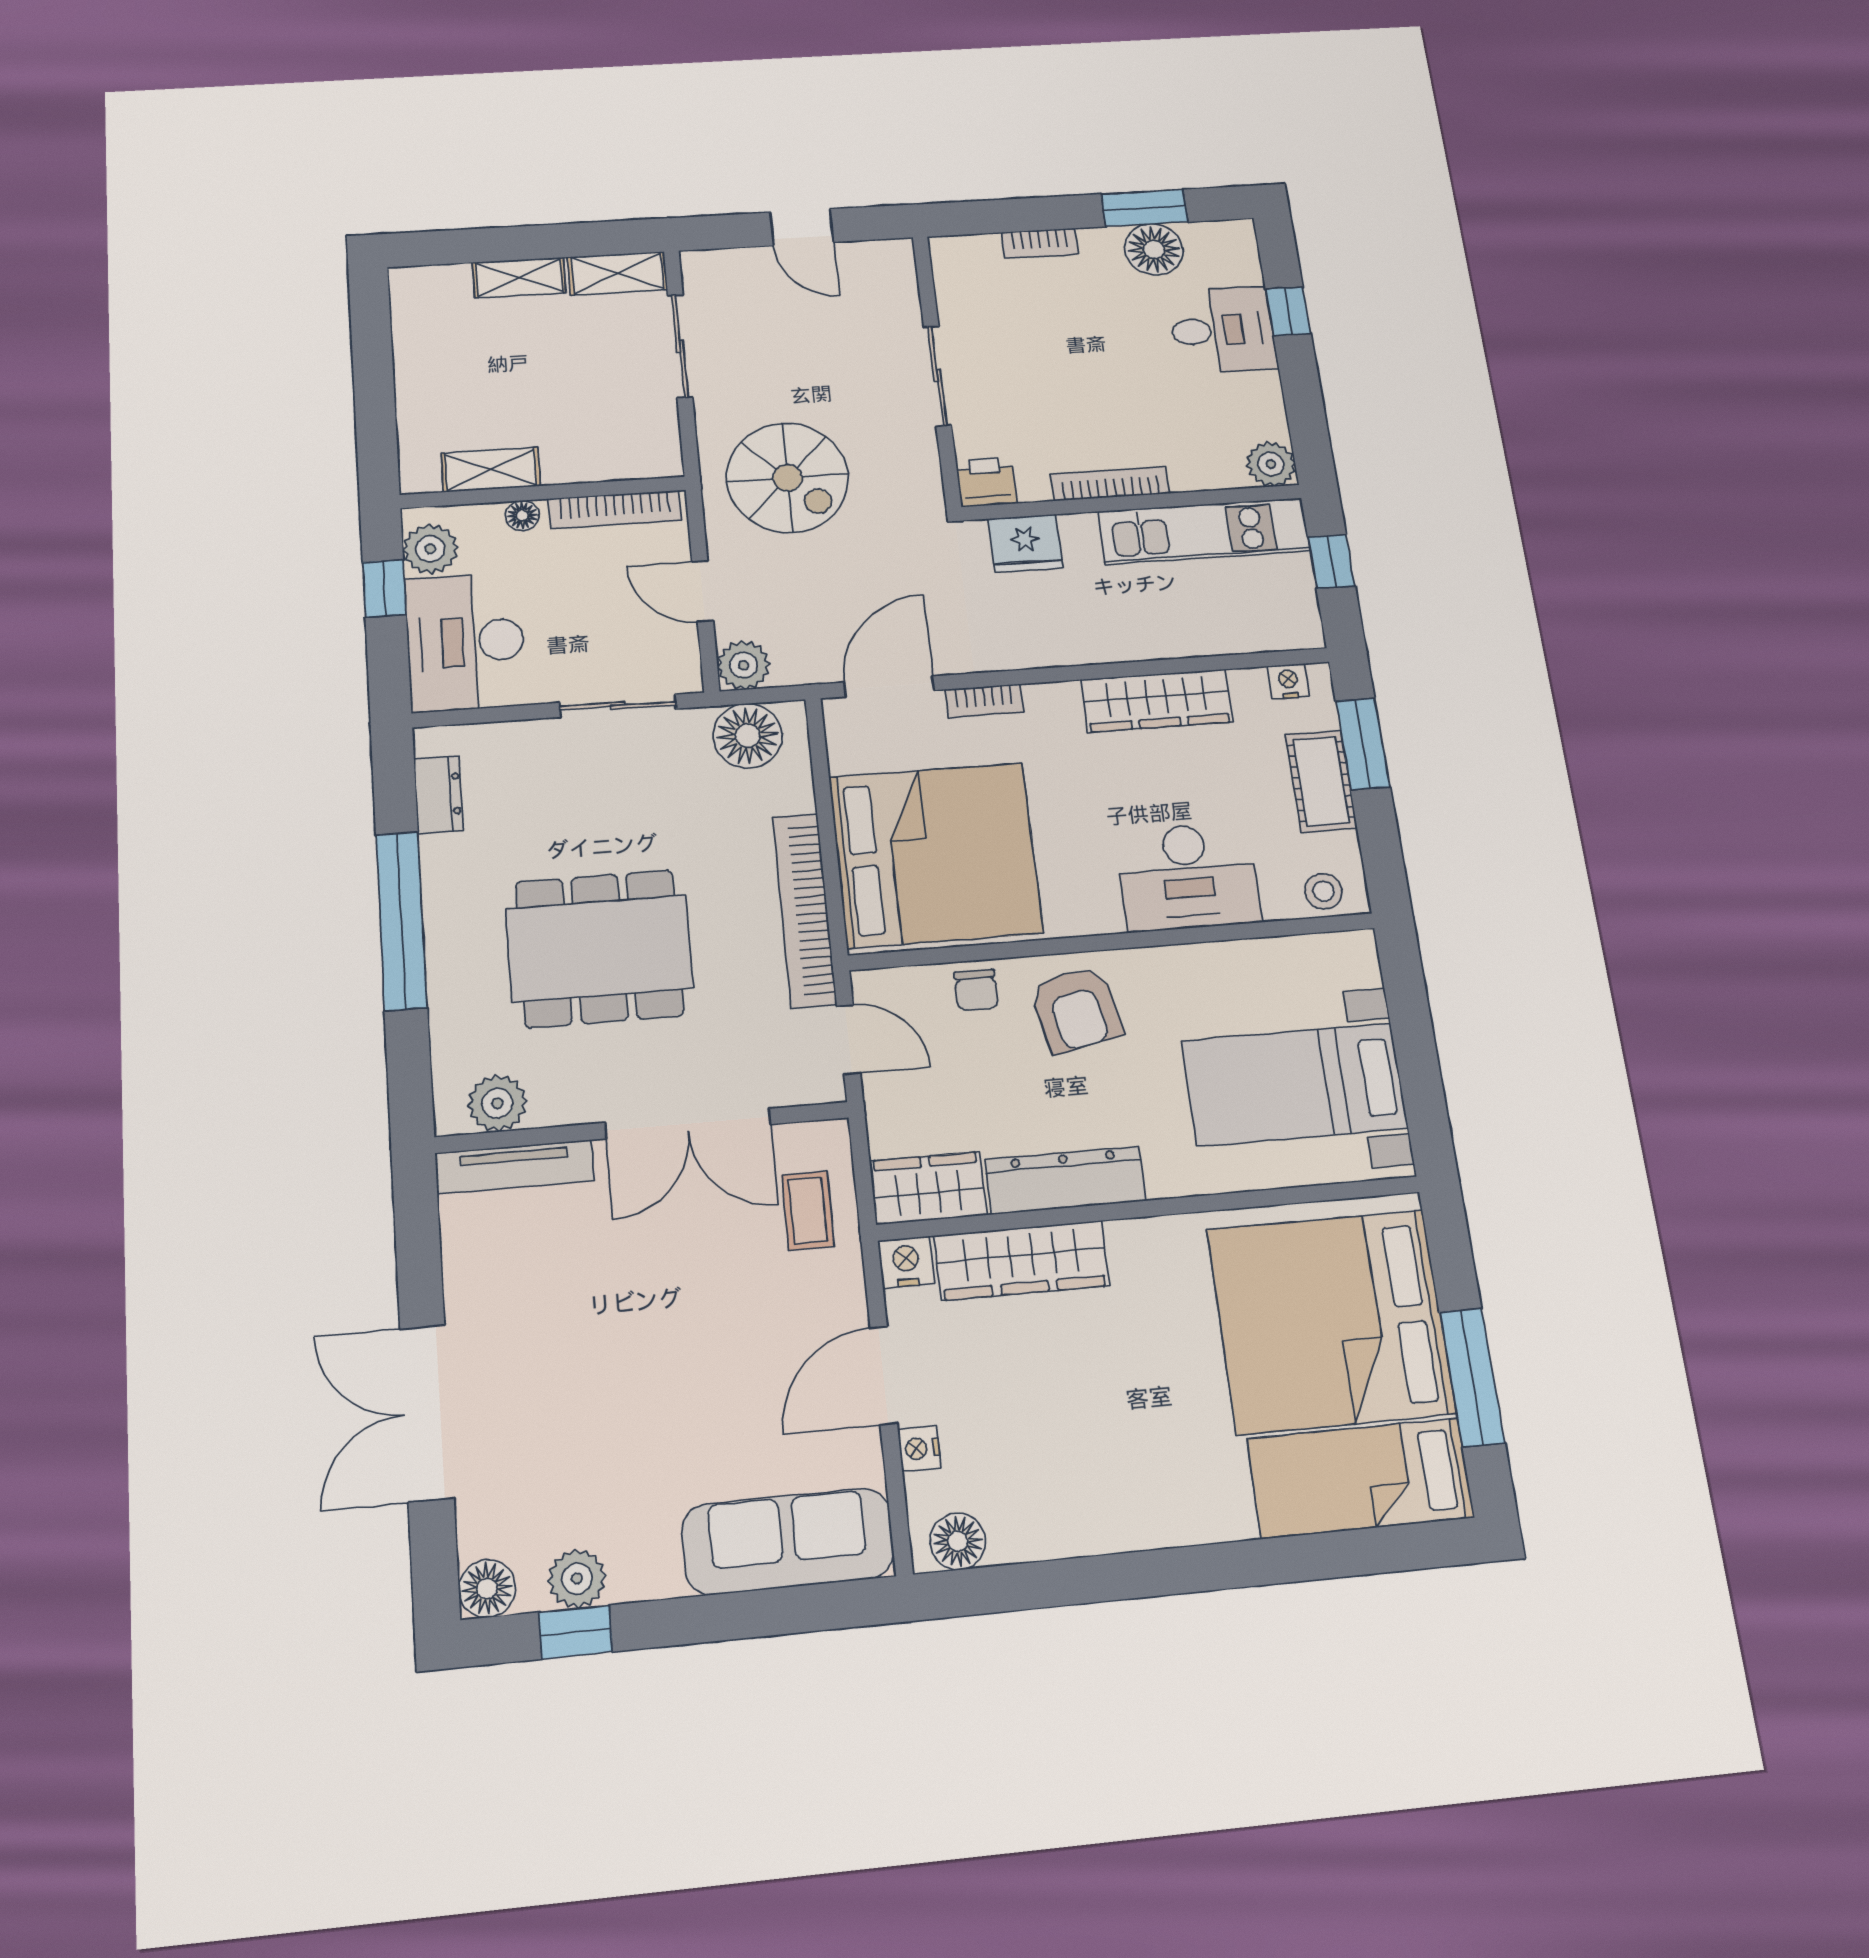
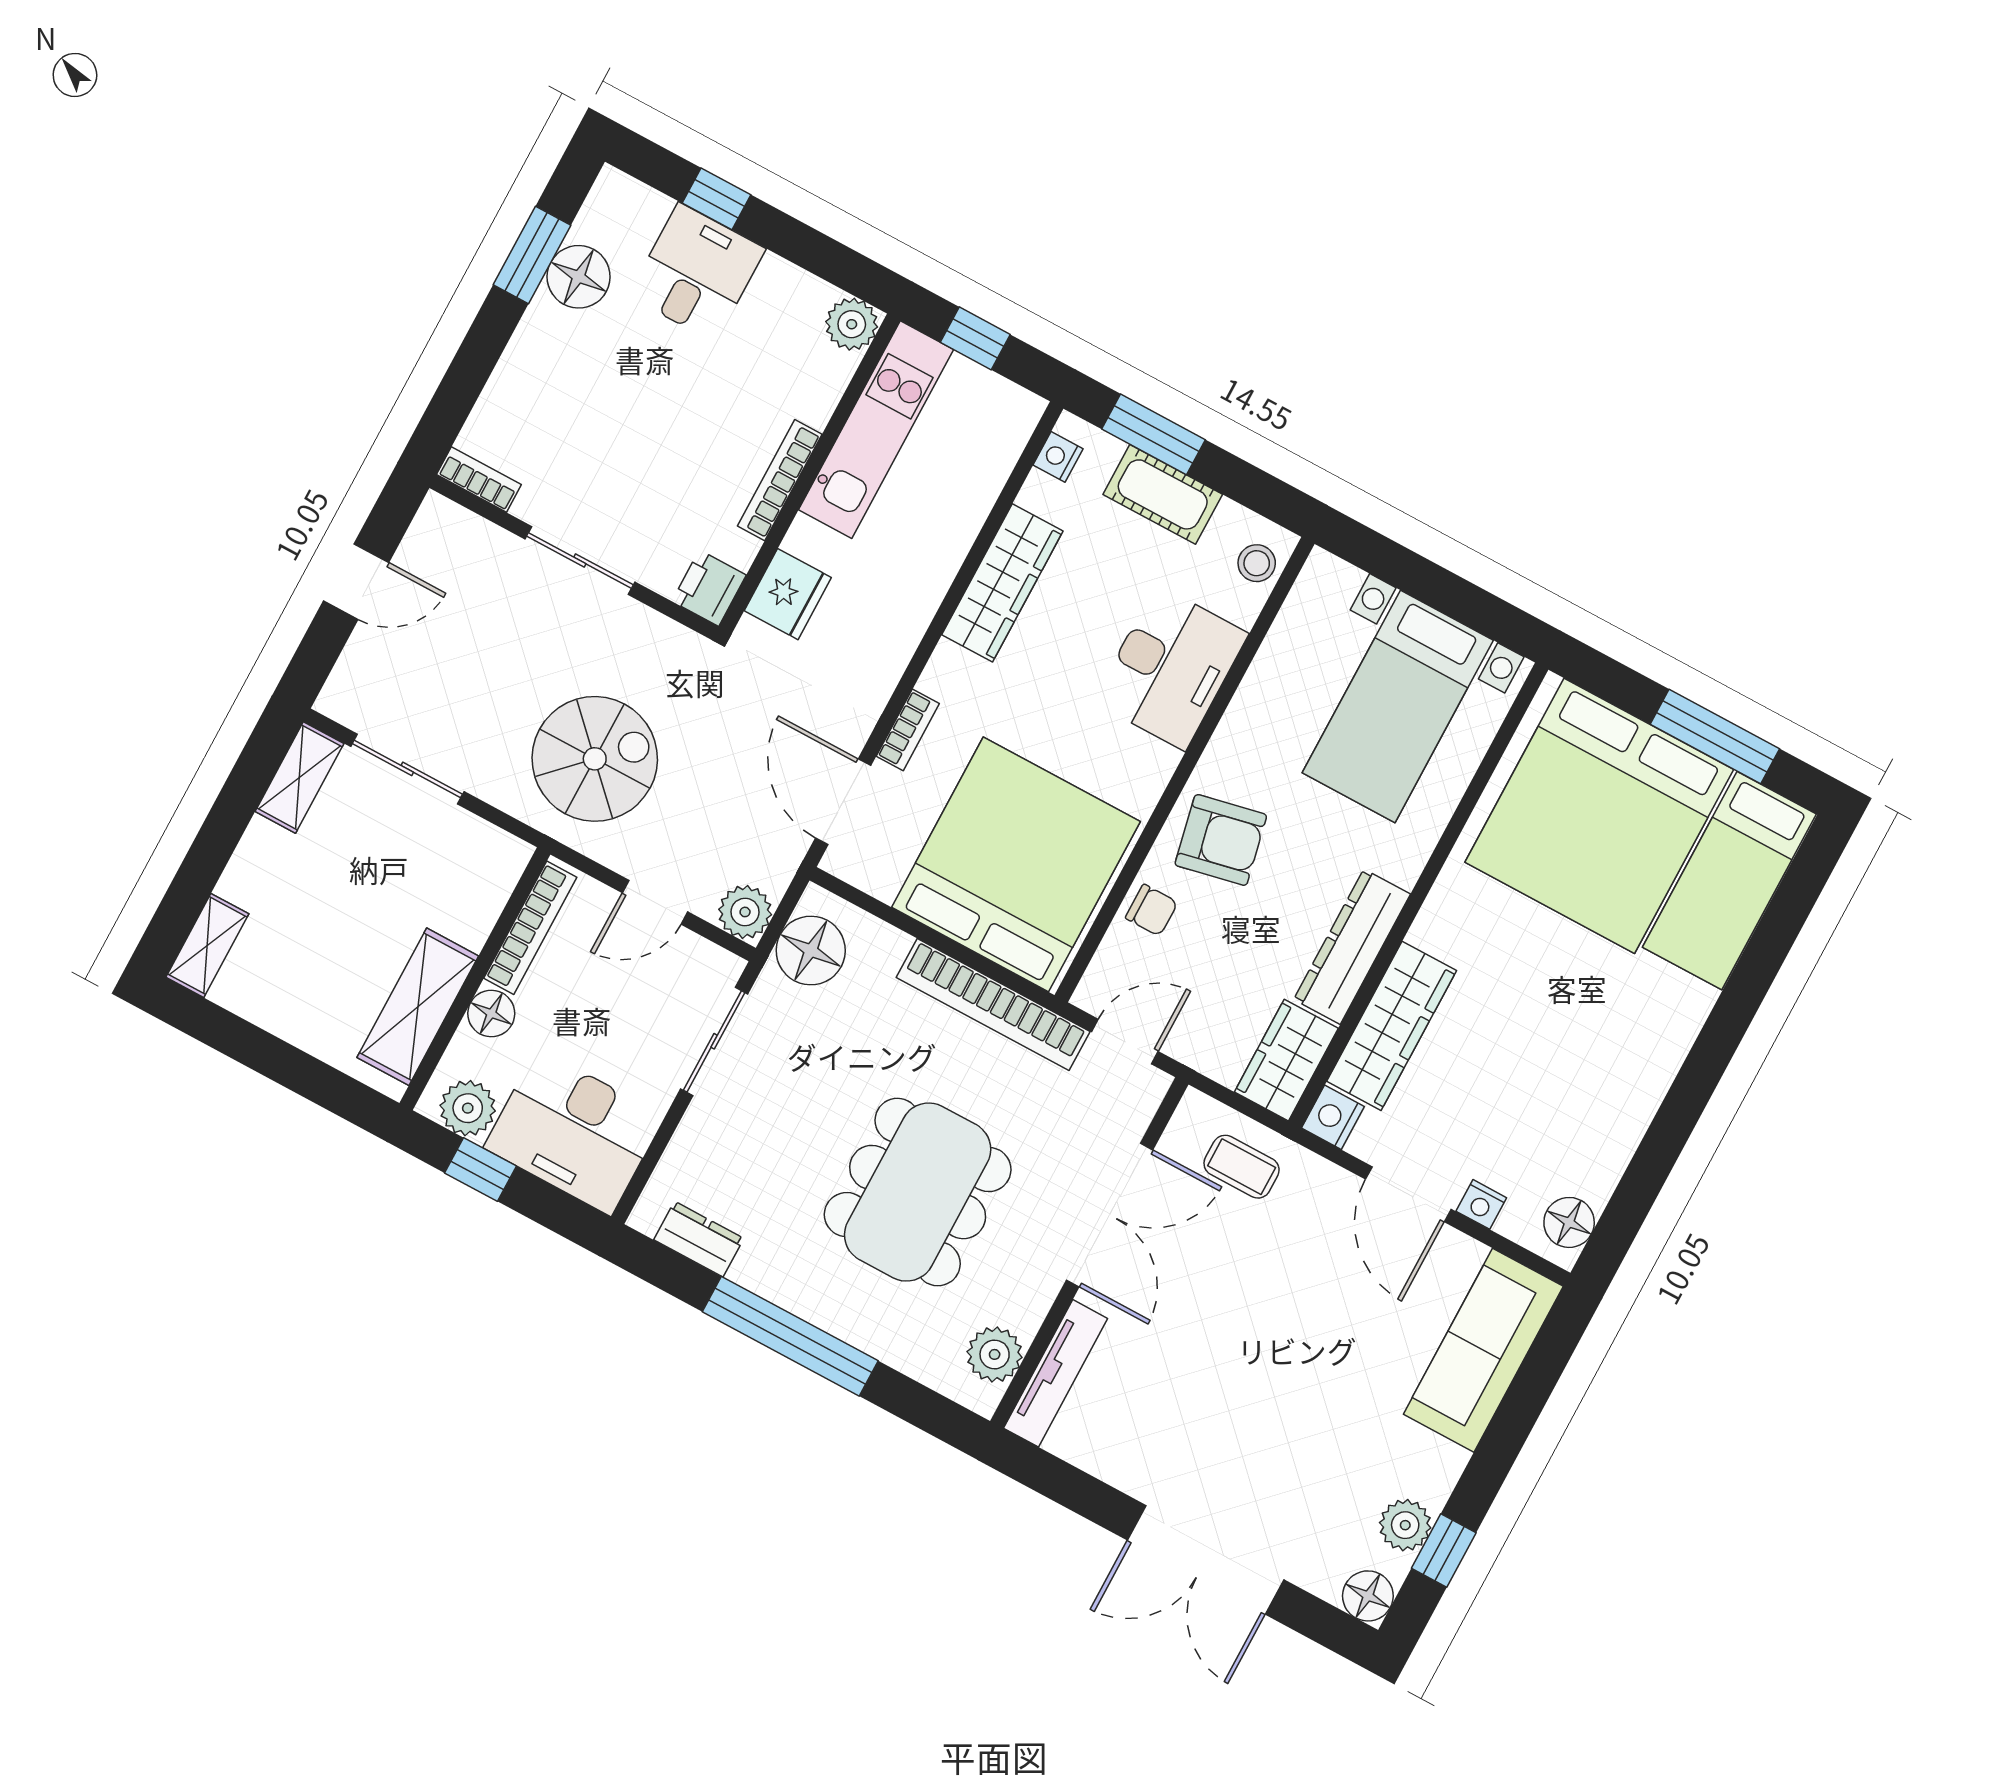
bookcase: (1040, 243) -> (479, 480), moved, turned -90
shelving: (519, 278) -> (207, 945), moved
shelving: (491, 470) -> (418, 1007), width x1.50, depth x1.33
floor lamp: (522, 516) -> (491, 1013), width x1.37, depth x1.37

